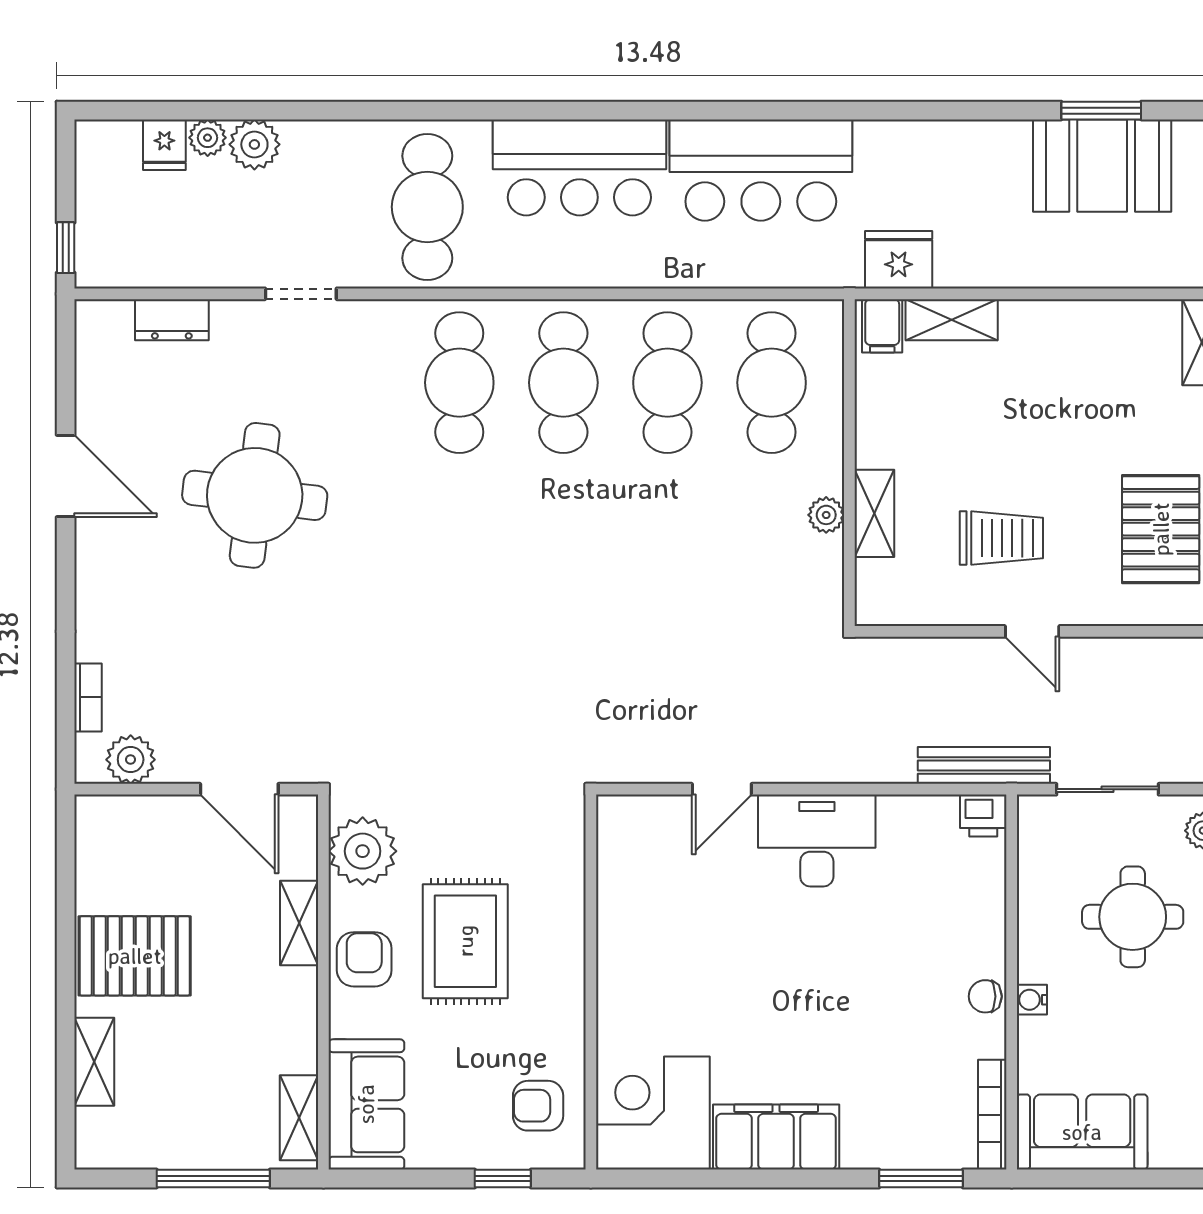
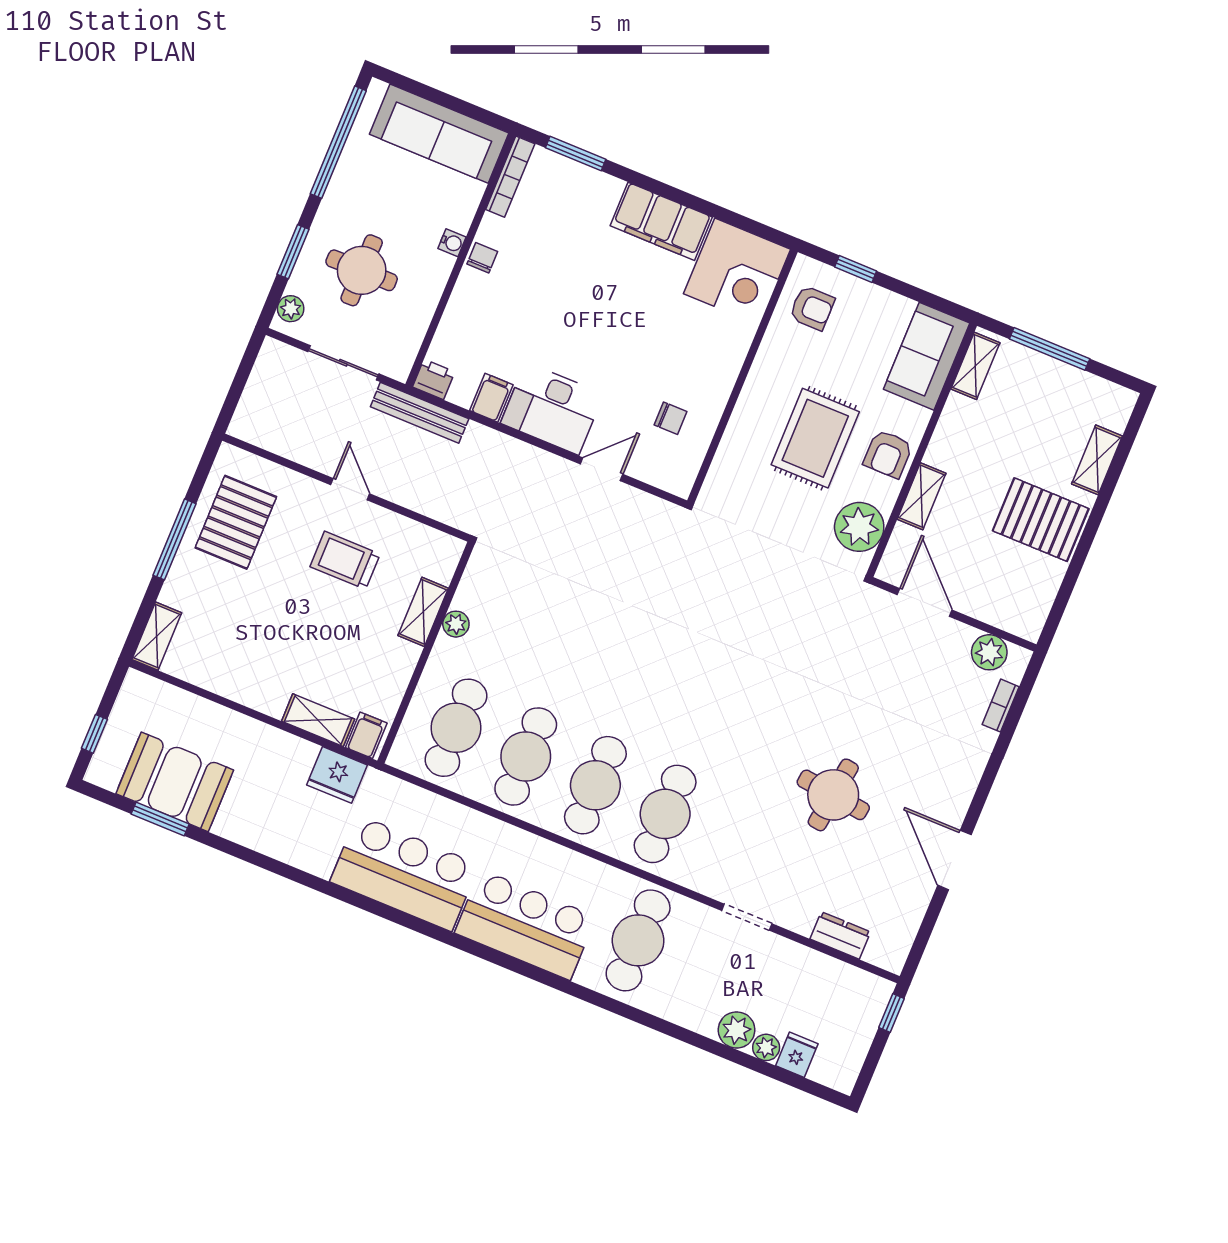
round table: (255, 495) -> (833, 795), width x0.73, depth x0.73
filing cabinet: (900, 823) -> (491, 398), added
chair: (661, 890) -> (671, 418), added
chair: (985, 996) -> (482, 258), turned -90
sofa: (1082, 1132) -> (439, 134), width x1.36

